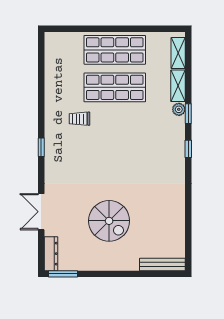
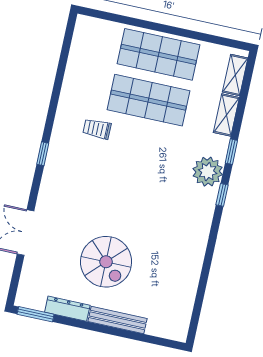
plant: (179, 109) -> (208, 172), moved, width x1.87, depth x1.87
dresser: (51, 254) -> (67, 309), moved, turned -90
bench: (162, 264) -> (118, 320), moved

